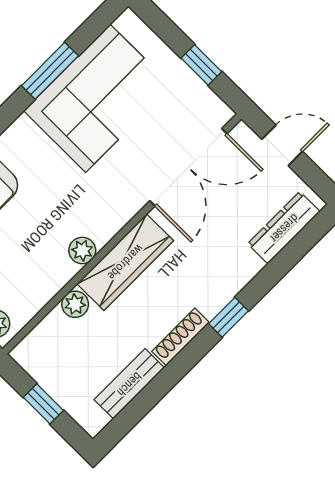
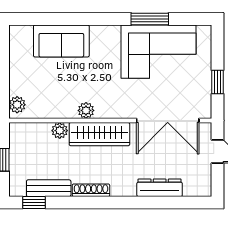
dresser: (284, 228) -> (160, 188), moved
window: (228, 317) -> (34, 202), moved

